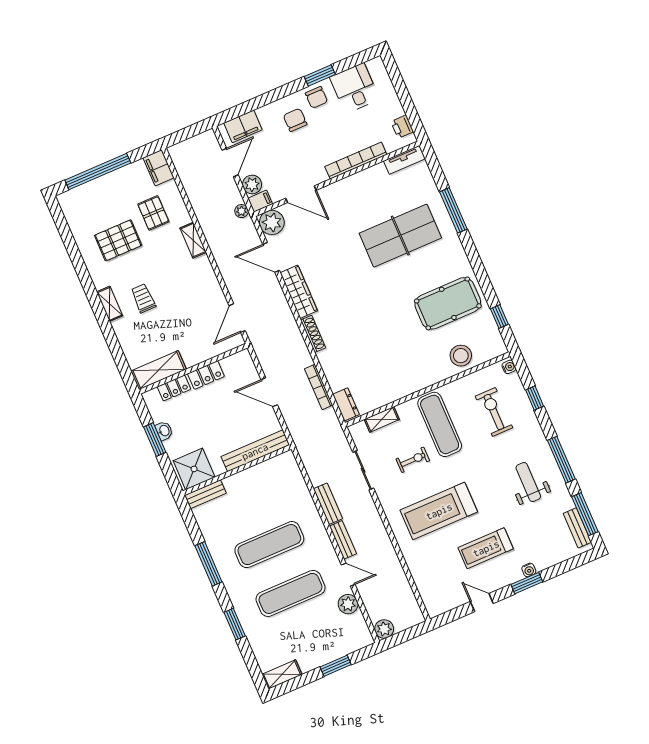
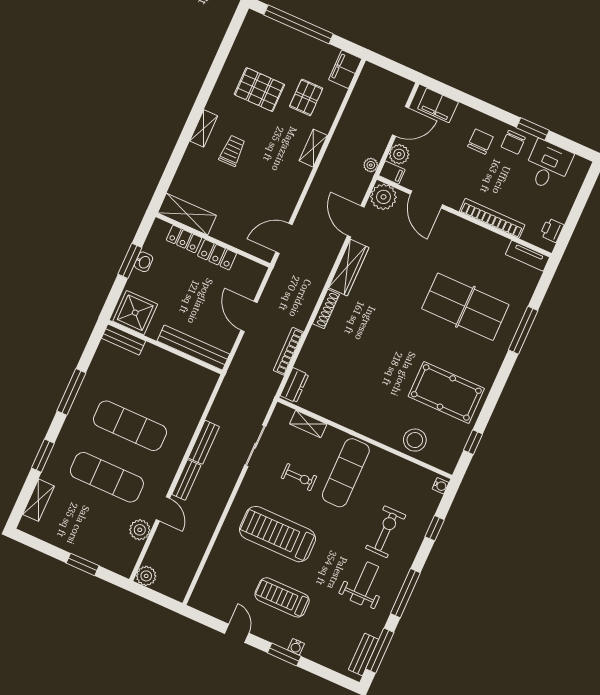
exercise bike: (494, 412) -> (386, 532), moved
shelving: (282, 674) -> (38, 500), moved, turned 90

